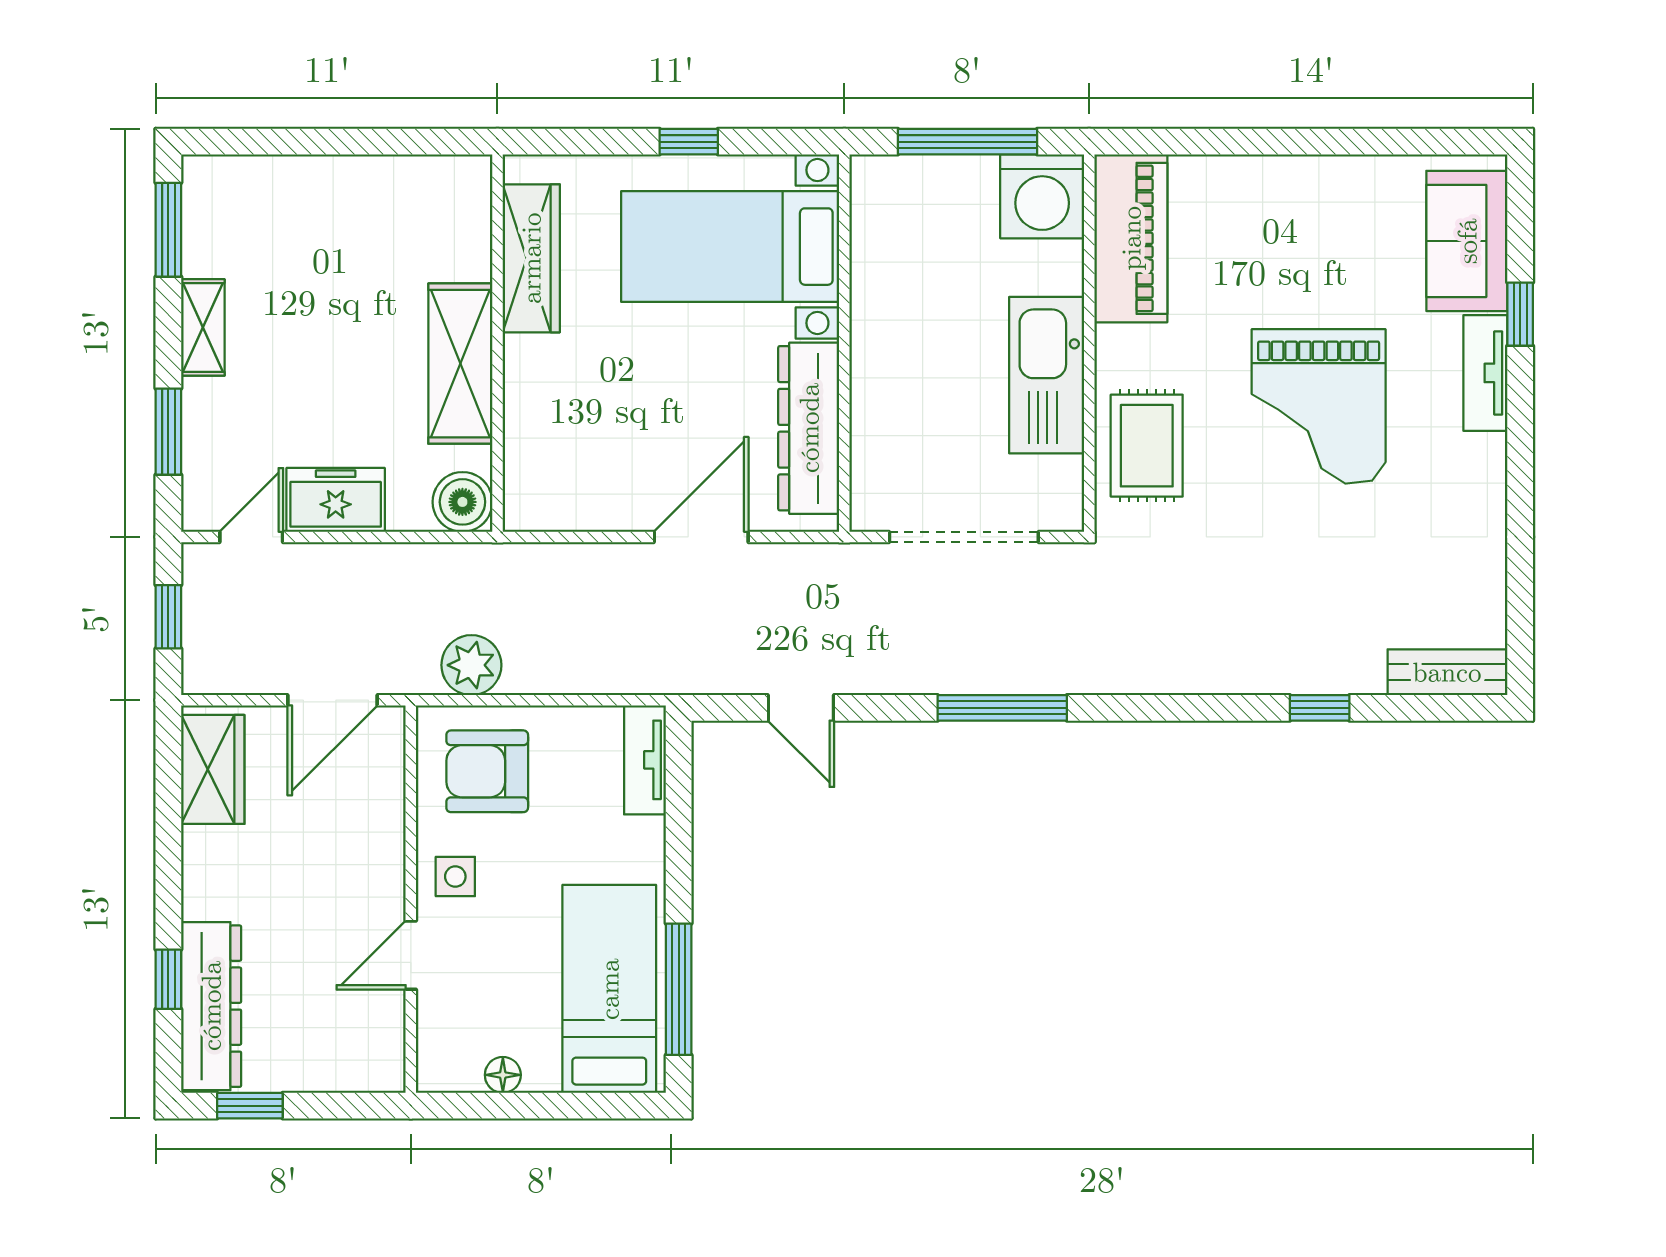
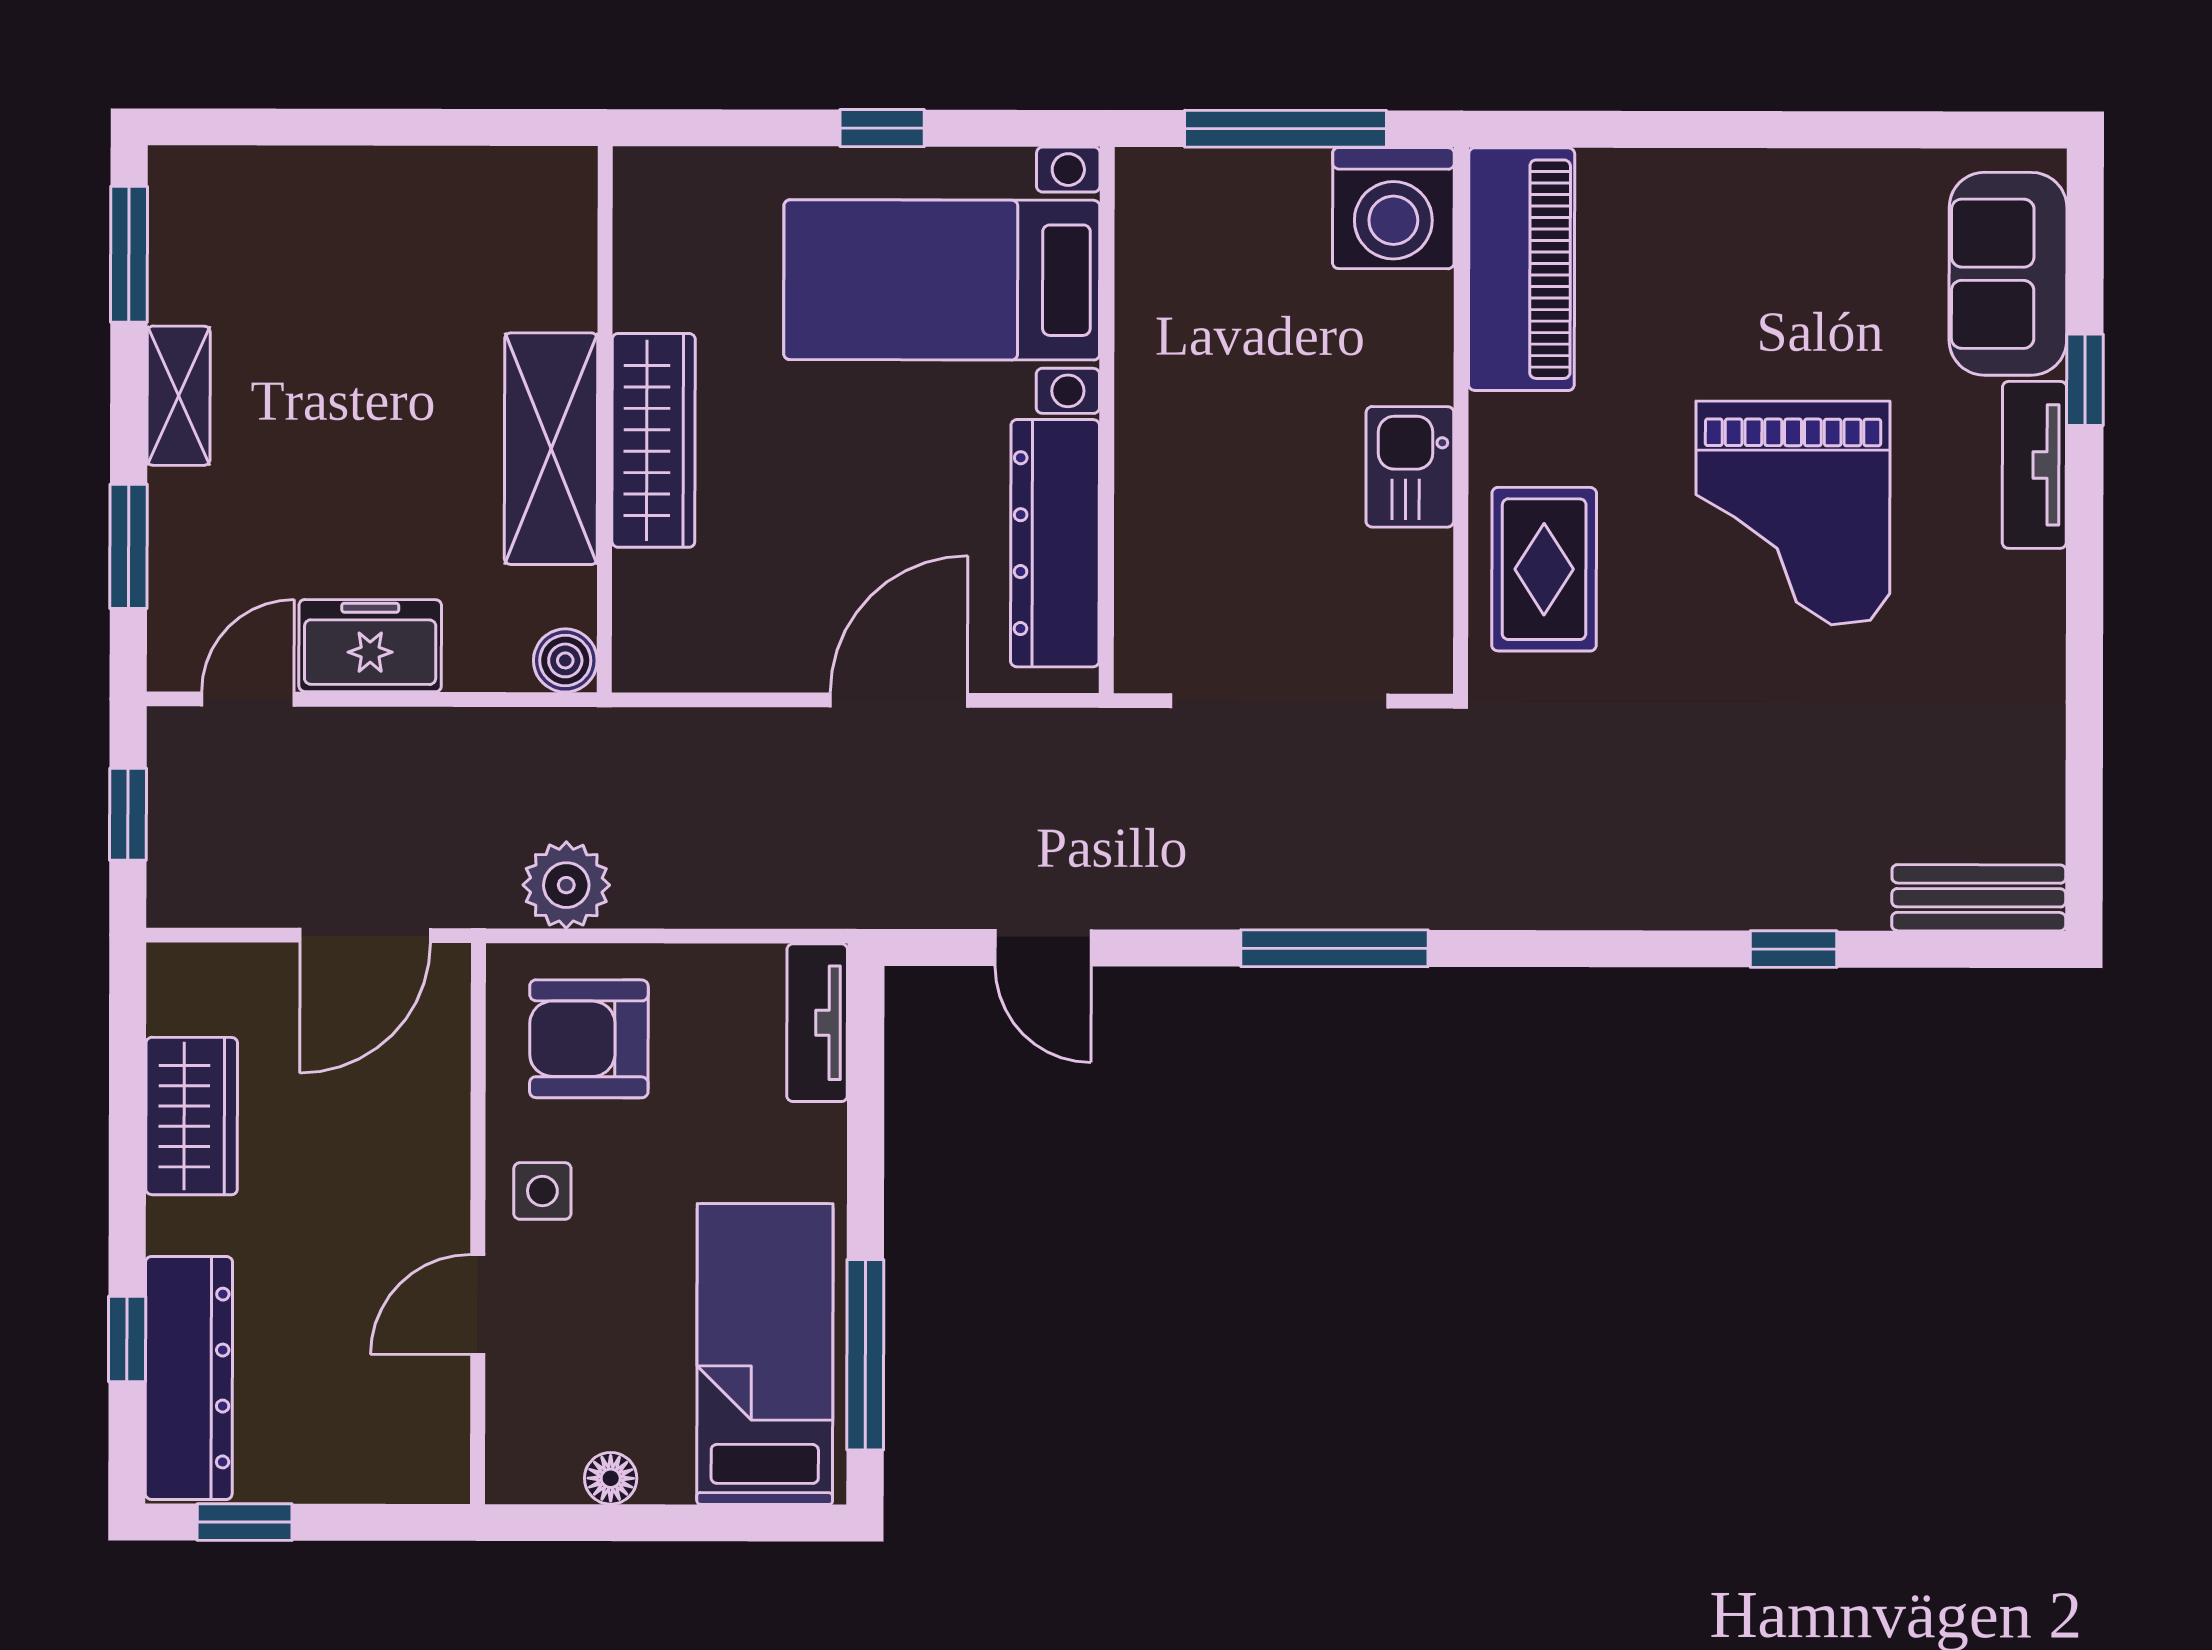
wardrobe: (531, 258) -> (654, 440), moved
kitchen sink: (1047, 375) -> (1410, 467), width x0.53, depth x0.81
boiler: (462, 502) -> (565, 660), width x0.73, depth x0.73
wardrobe: (213, 769) -> (192, 1116), moved

